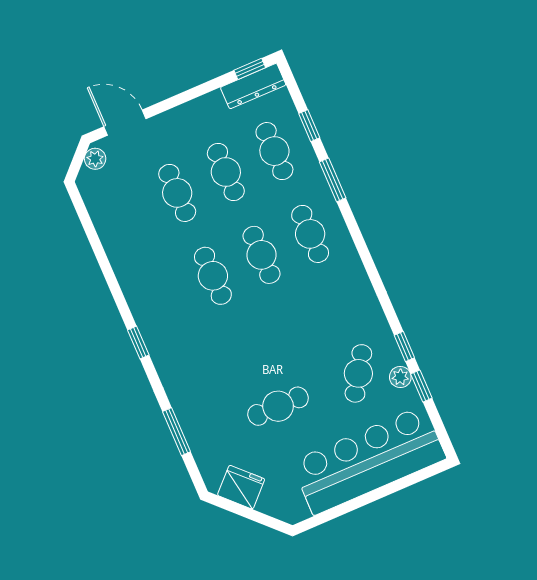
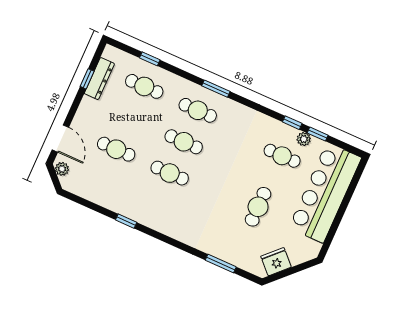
window: (250, 69) -> (87, 79), moved
dresser: (253, 86) -> (99, 79), moved
door: (125, 123) -> (60, 139), swing flipped
cafe table: (226, 172) -> (130, 118), removed
window: (333, 180) -> (216, 89), moved
window: (138, 343) -> (126, 221), moved
cafe table: (358, 373) -> (282, 156), turned -33

